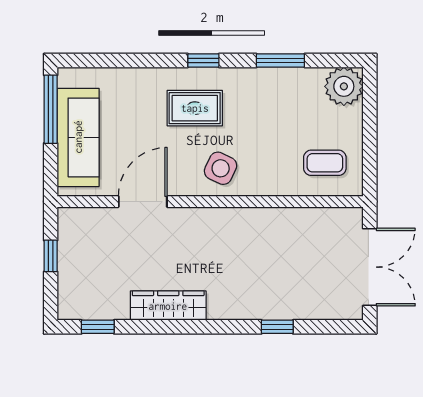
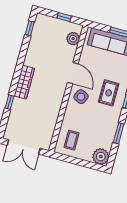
door: (143, 202) -> (73, 73), moved
plant: (94, 222) -> (73, 39), added
wardrobe: (168, 306) -> (24, 82), moved

